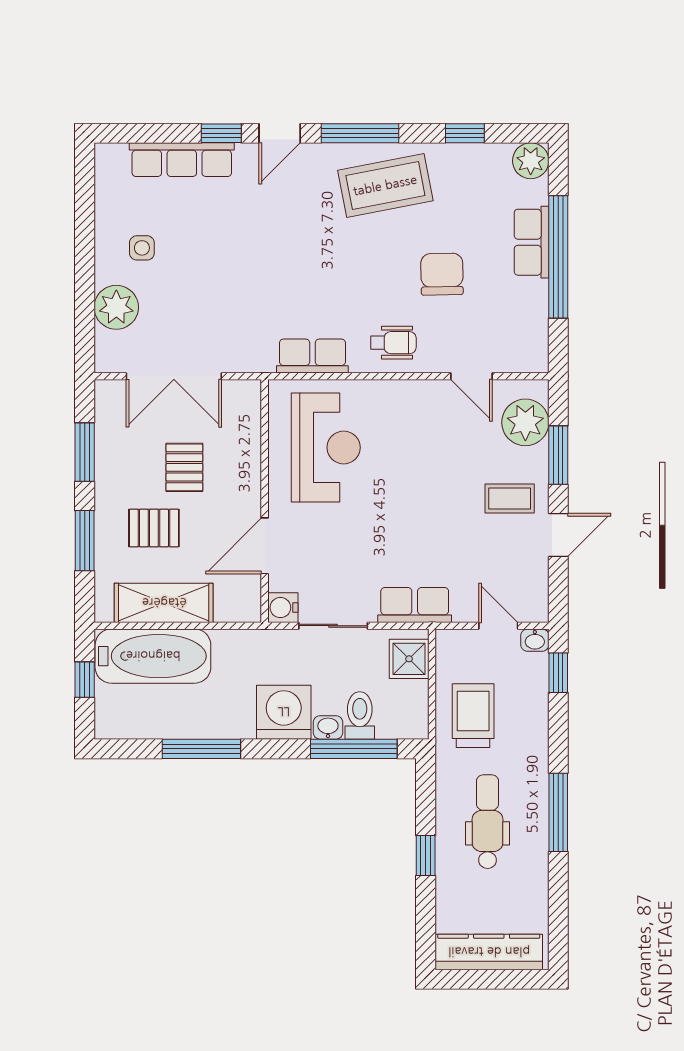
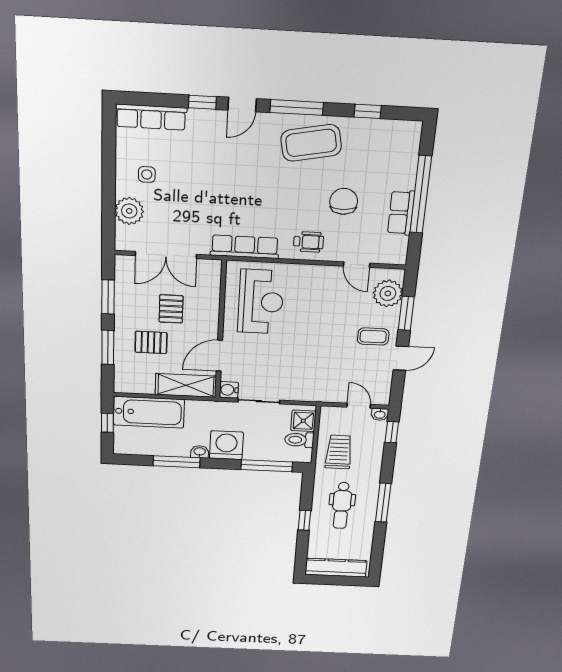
row of seats: (182, 160) -> (151, 117), moved
plant: (531, 161) -> (410, 132), removed
row of seats: (532, 242) -> (401, 213), moved
row of seats: (312, 356) -> (245, 247), width x1.48
shelving: (164, 603) -> (186, 385), moved
row of seats: (415, 605) -> (309, 392), removed
toilet: (360, 715) -> (299, 440), moved, turned -90
washbasin: (328, 727) -> (200, 452), moved
dental chair: (488, 822) -> (342, 505), turned 180

